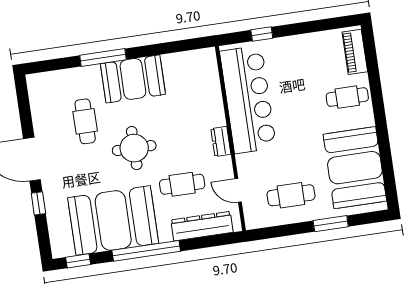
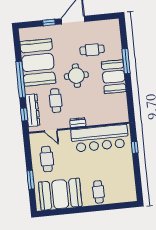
piano: (355, 52) -> (123, 197), removed
door: (238, 190) -> (51, 131), swing flipped
window: (78, 261) -> (24, 114), moved

